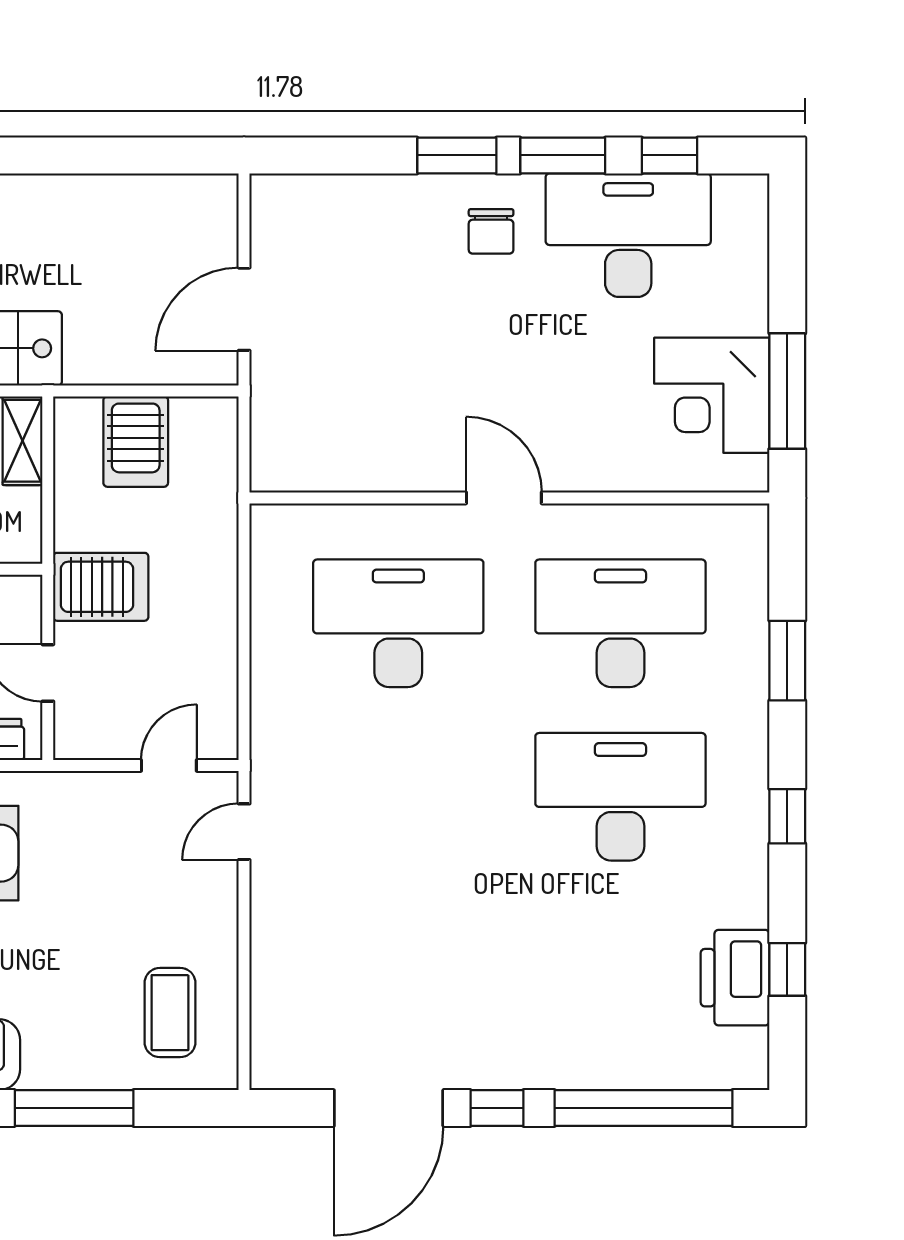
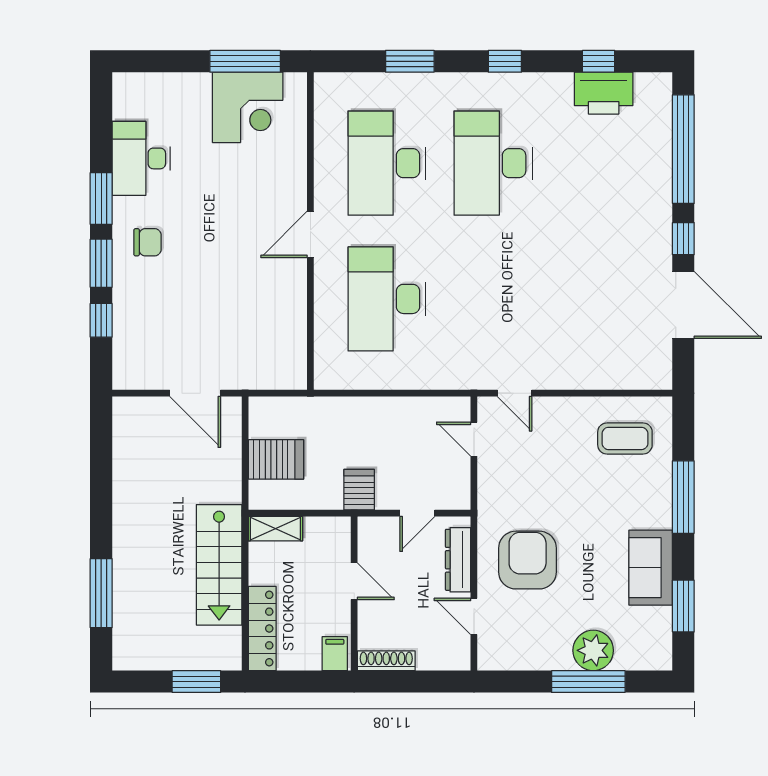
window: (670, 155) -> (101, 320), moved
desk: (628, 235) -> (141, 158), width x0.73, depth x0.77
server rack: (101, 587) -> (359, 490), width x0.73, depth x0.70

